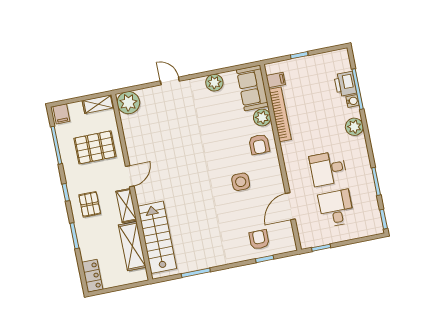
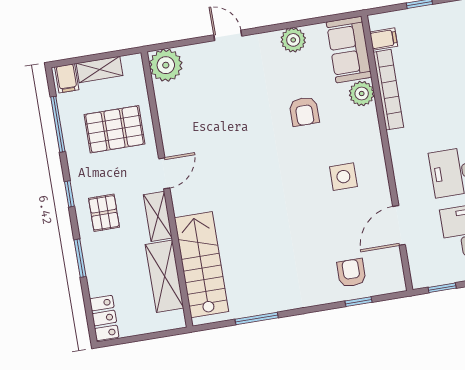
shelving: (98, 104) -> (100, 69), moved
armchair: (259, 144) -> (304, 111), moved
side table: (241, 182) -> (343, 177), moved

